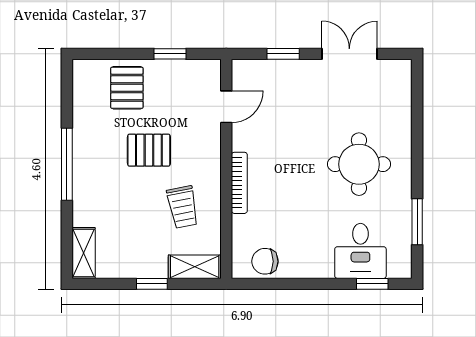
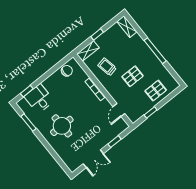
pallet: (127, 88) -> (156, 91), turned 90

